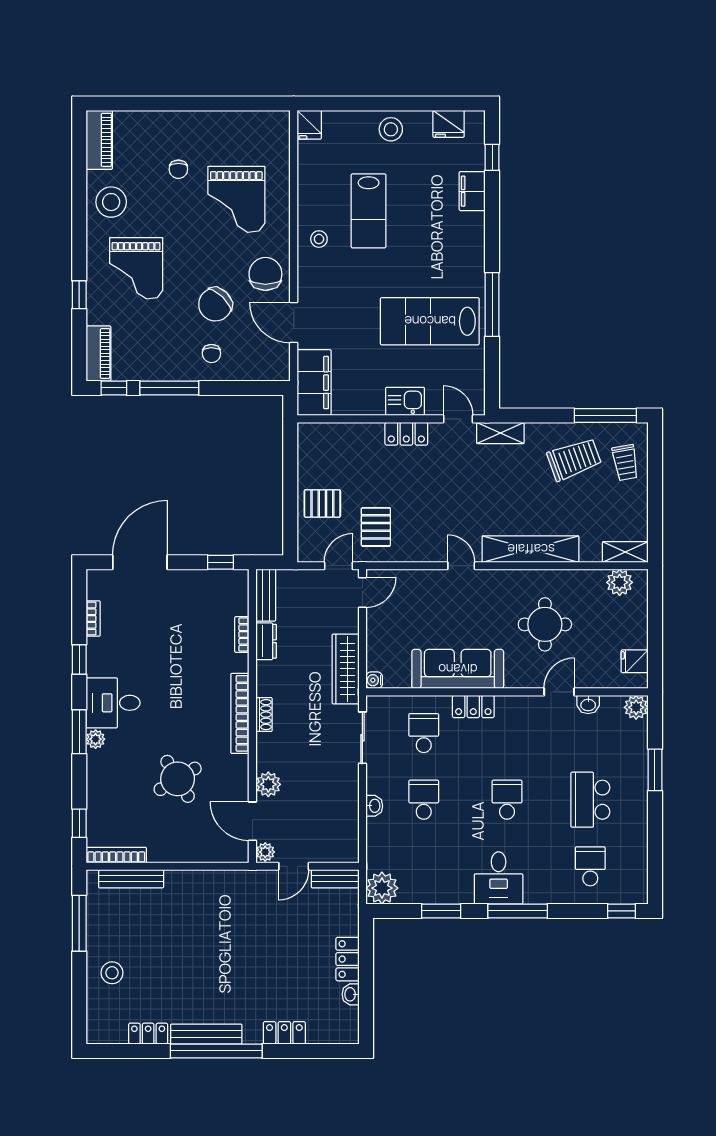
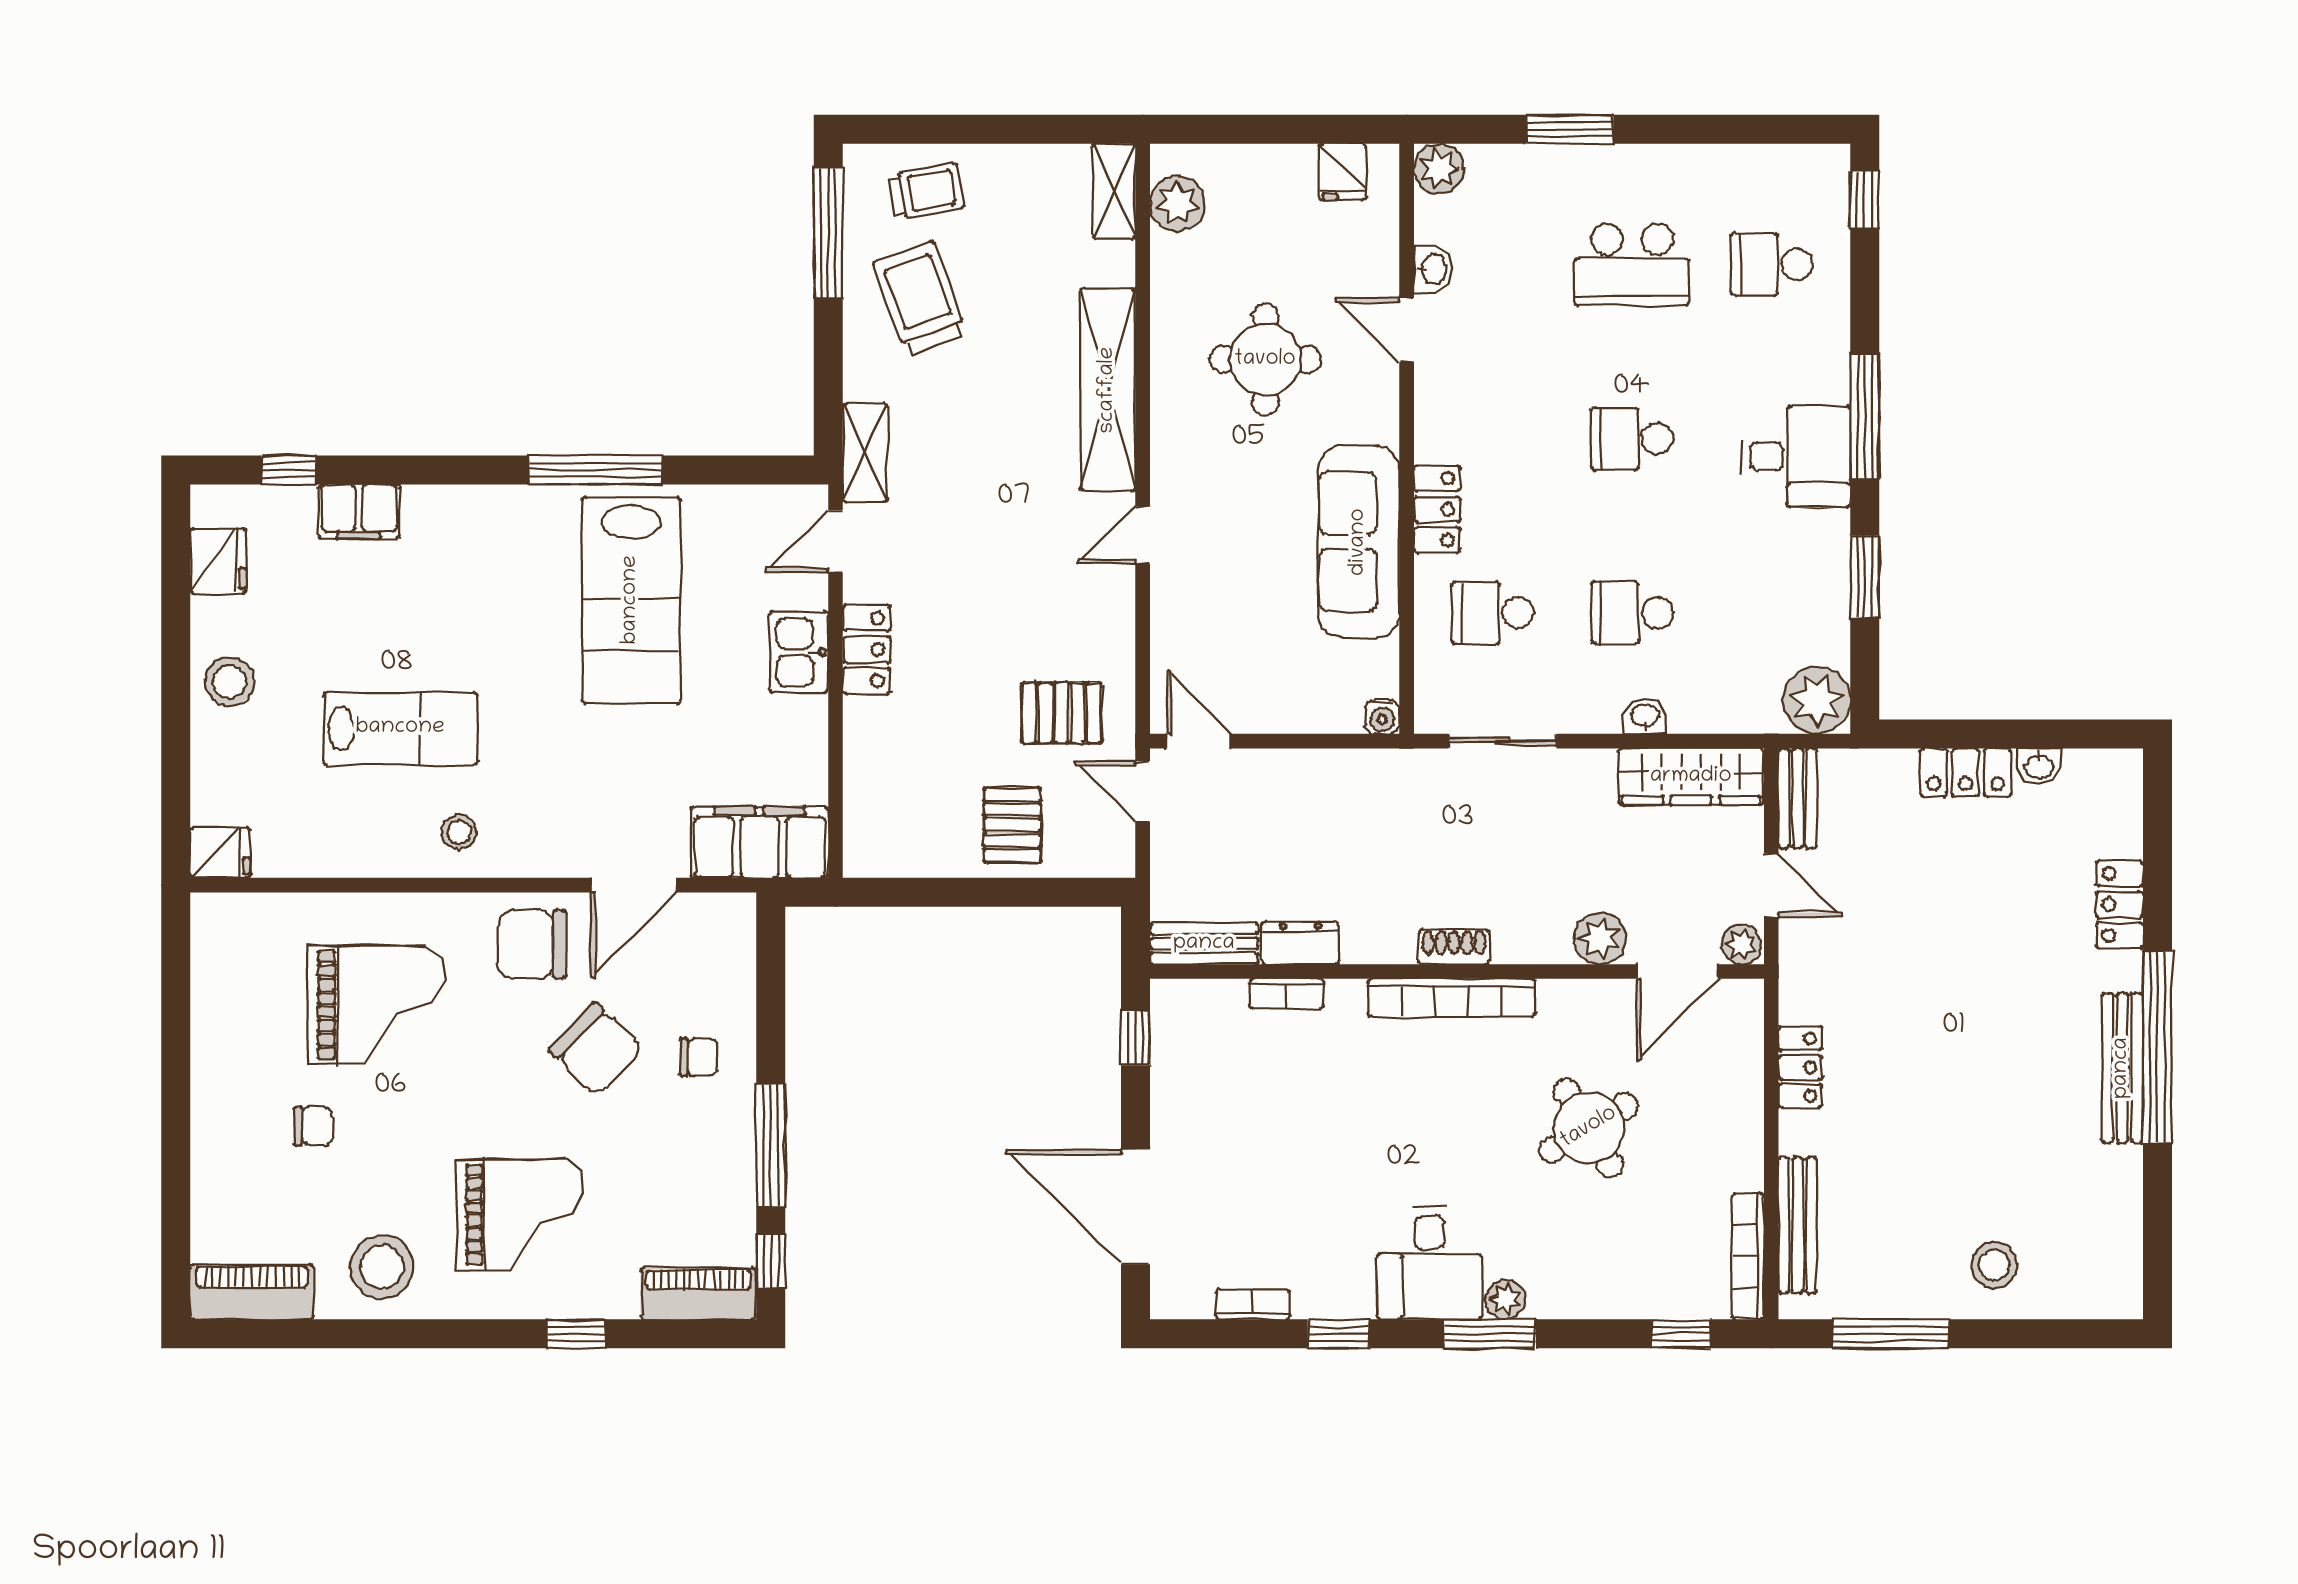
wardrobe: (346, 669) -> (1691, 777), moved
locker: (148, 1034) -> (1800, 1067), moved, turned 180

